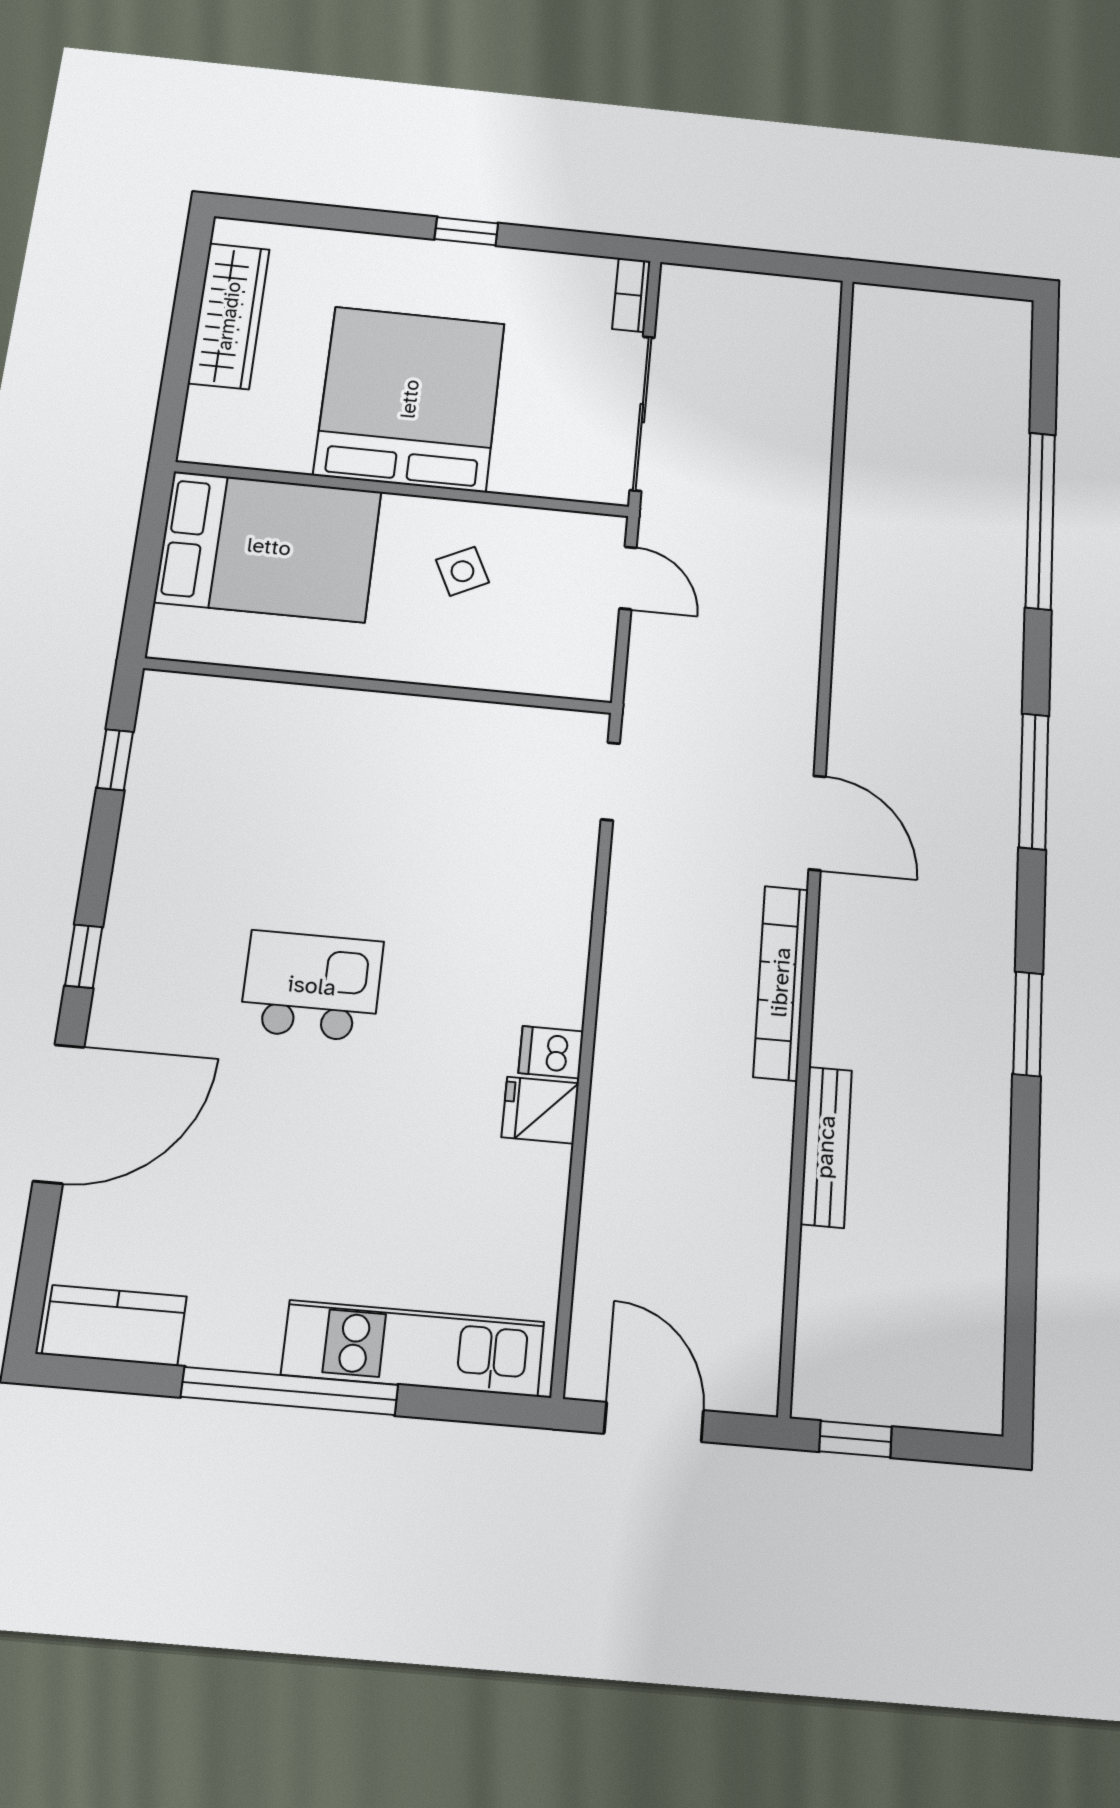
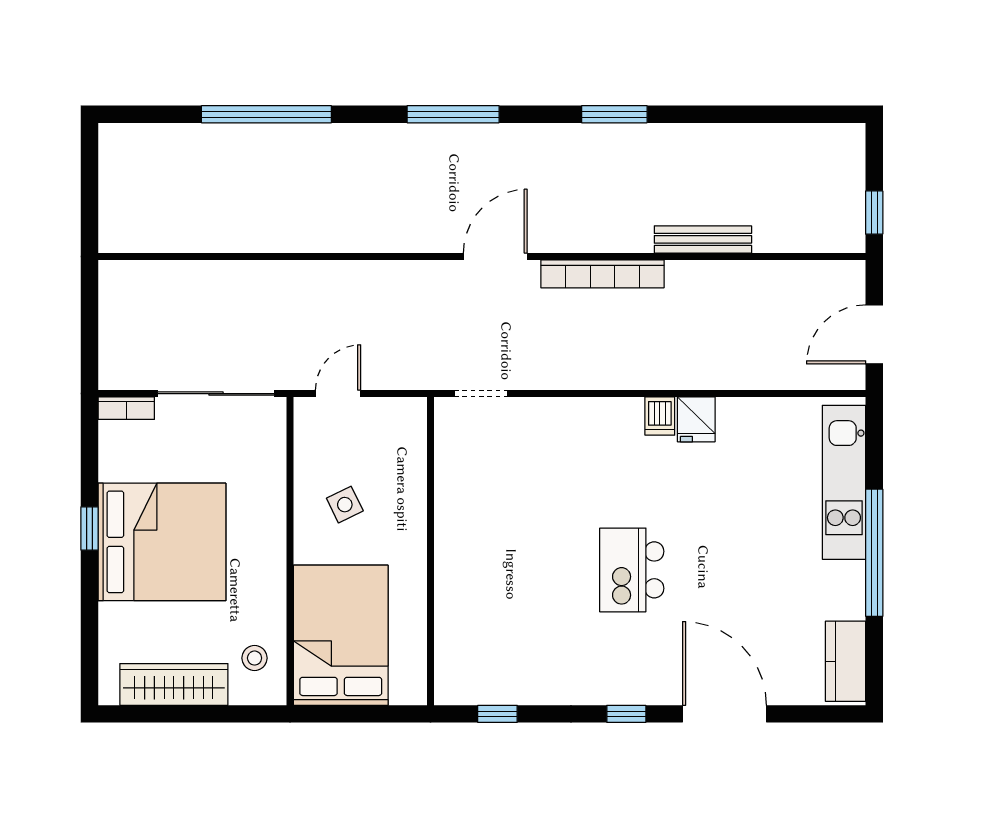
bed: (410, 399) -> (162, 542), moved, turned 180
stool: (252, 426) -> (255, 658), added

